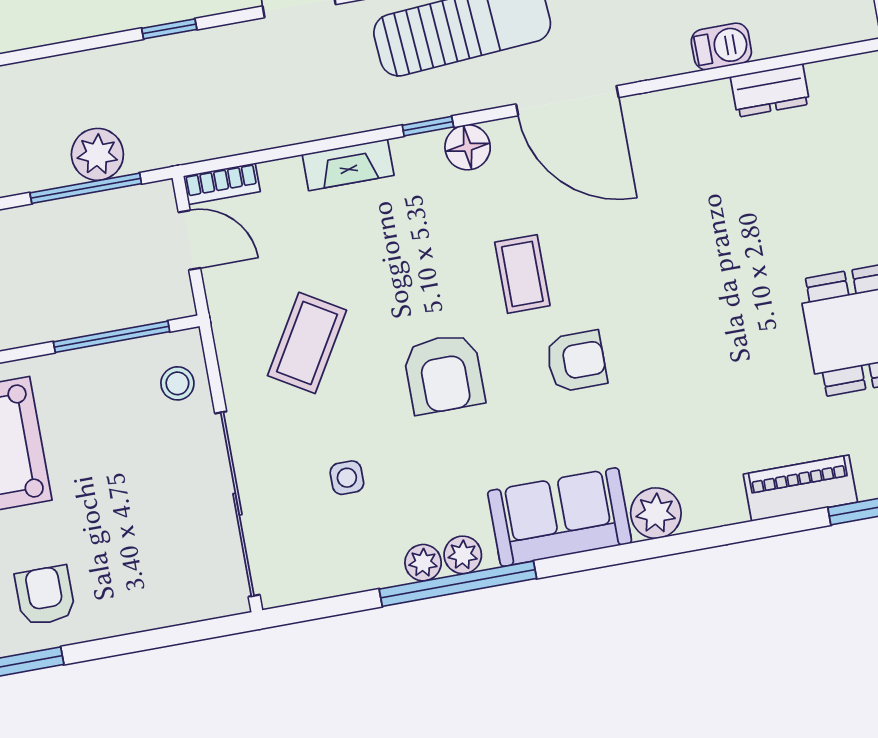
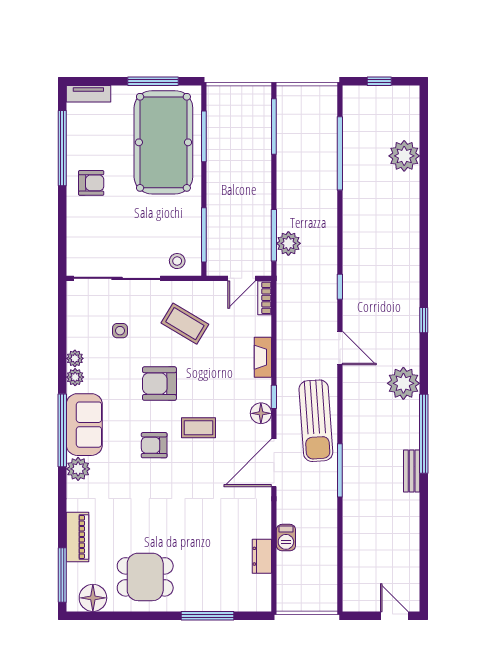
armchair: (576, 361) -> (154, 445), turned 90
window: (458, 584) -> (62, 430), moved

